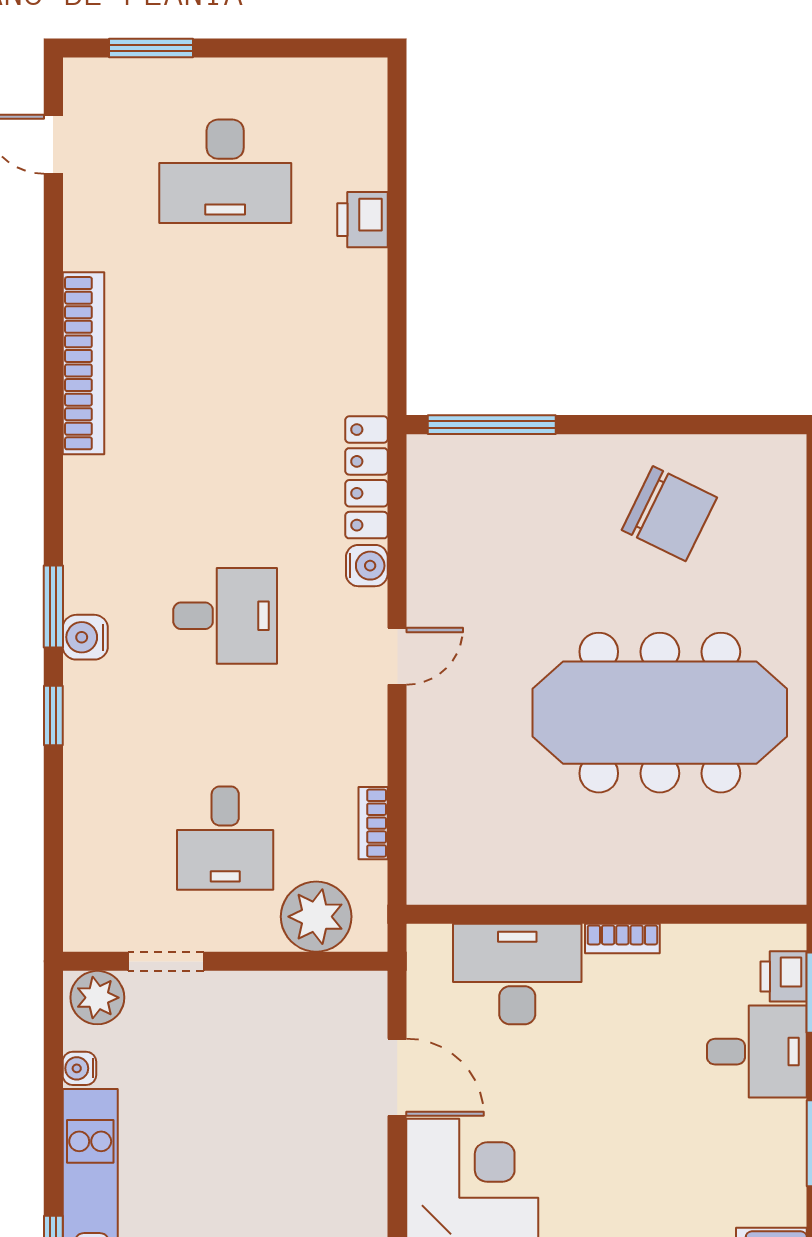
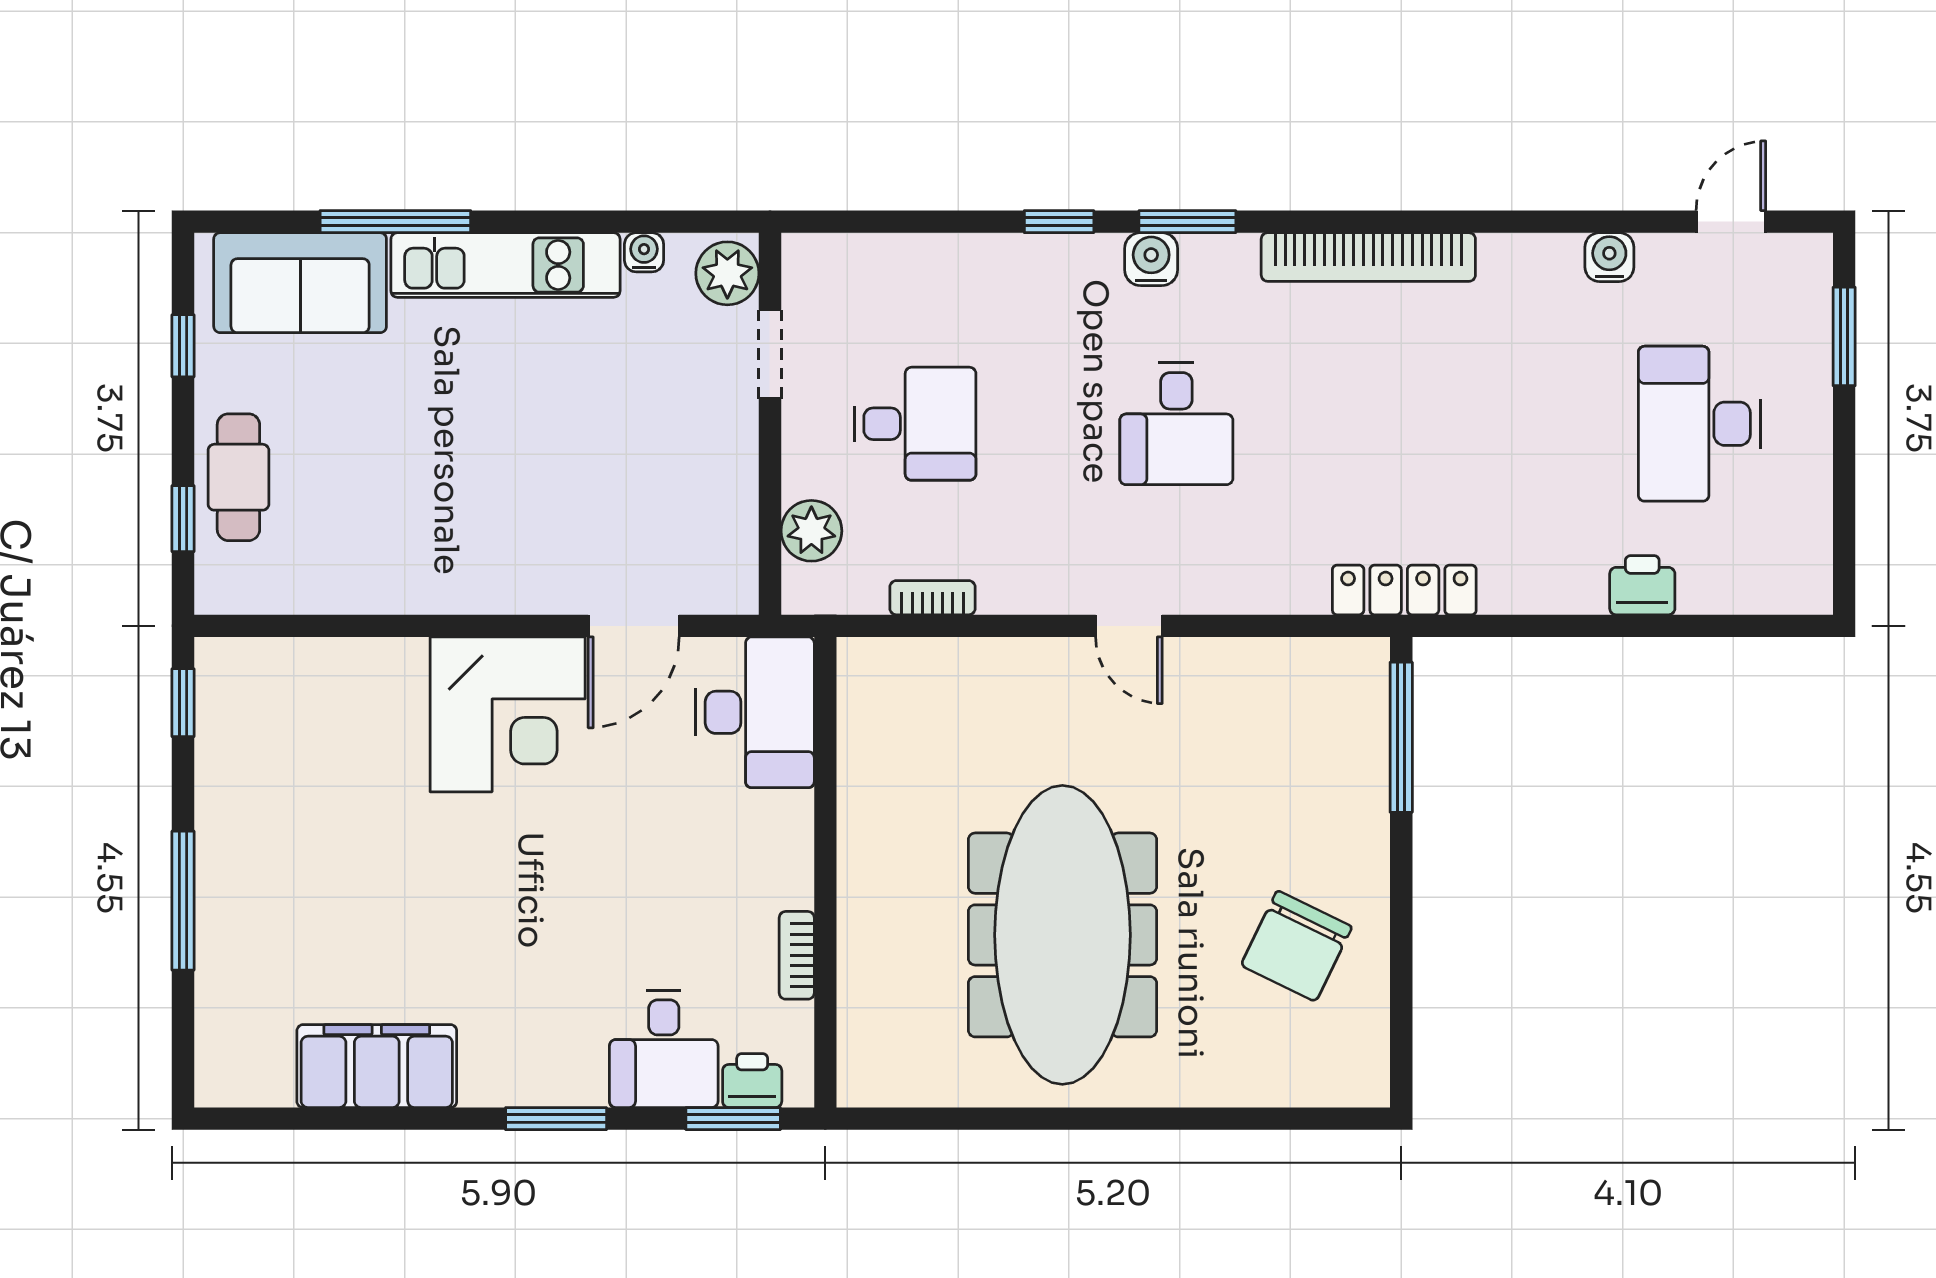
bookcase: (83, 363) -> (1368, 257), moved
locker: (366, 477) -> (1404, 590), moved
water cooler: (367, 566) -> (1609, 257), moved, turned 180
desk: (225, 838) -> (915, 424), turned 180
plant: (316, 917) -> (811, 531), width x0.73, depth x0.73
bookcase: (622, 939) -> (797, 955), moved
desk: (517, 974) -> (755, 712), moved

